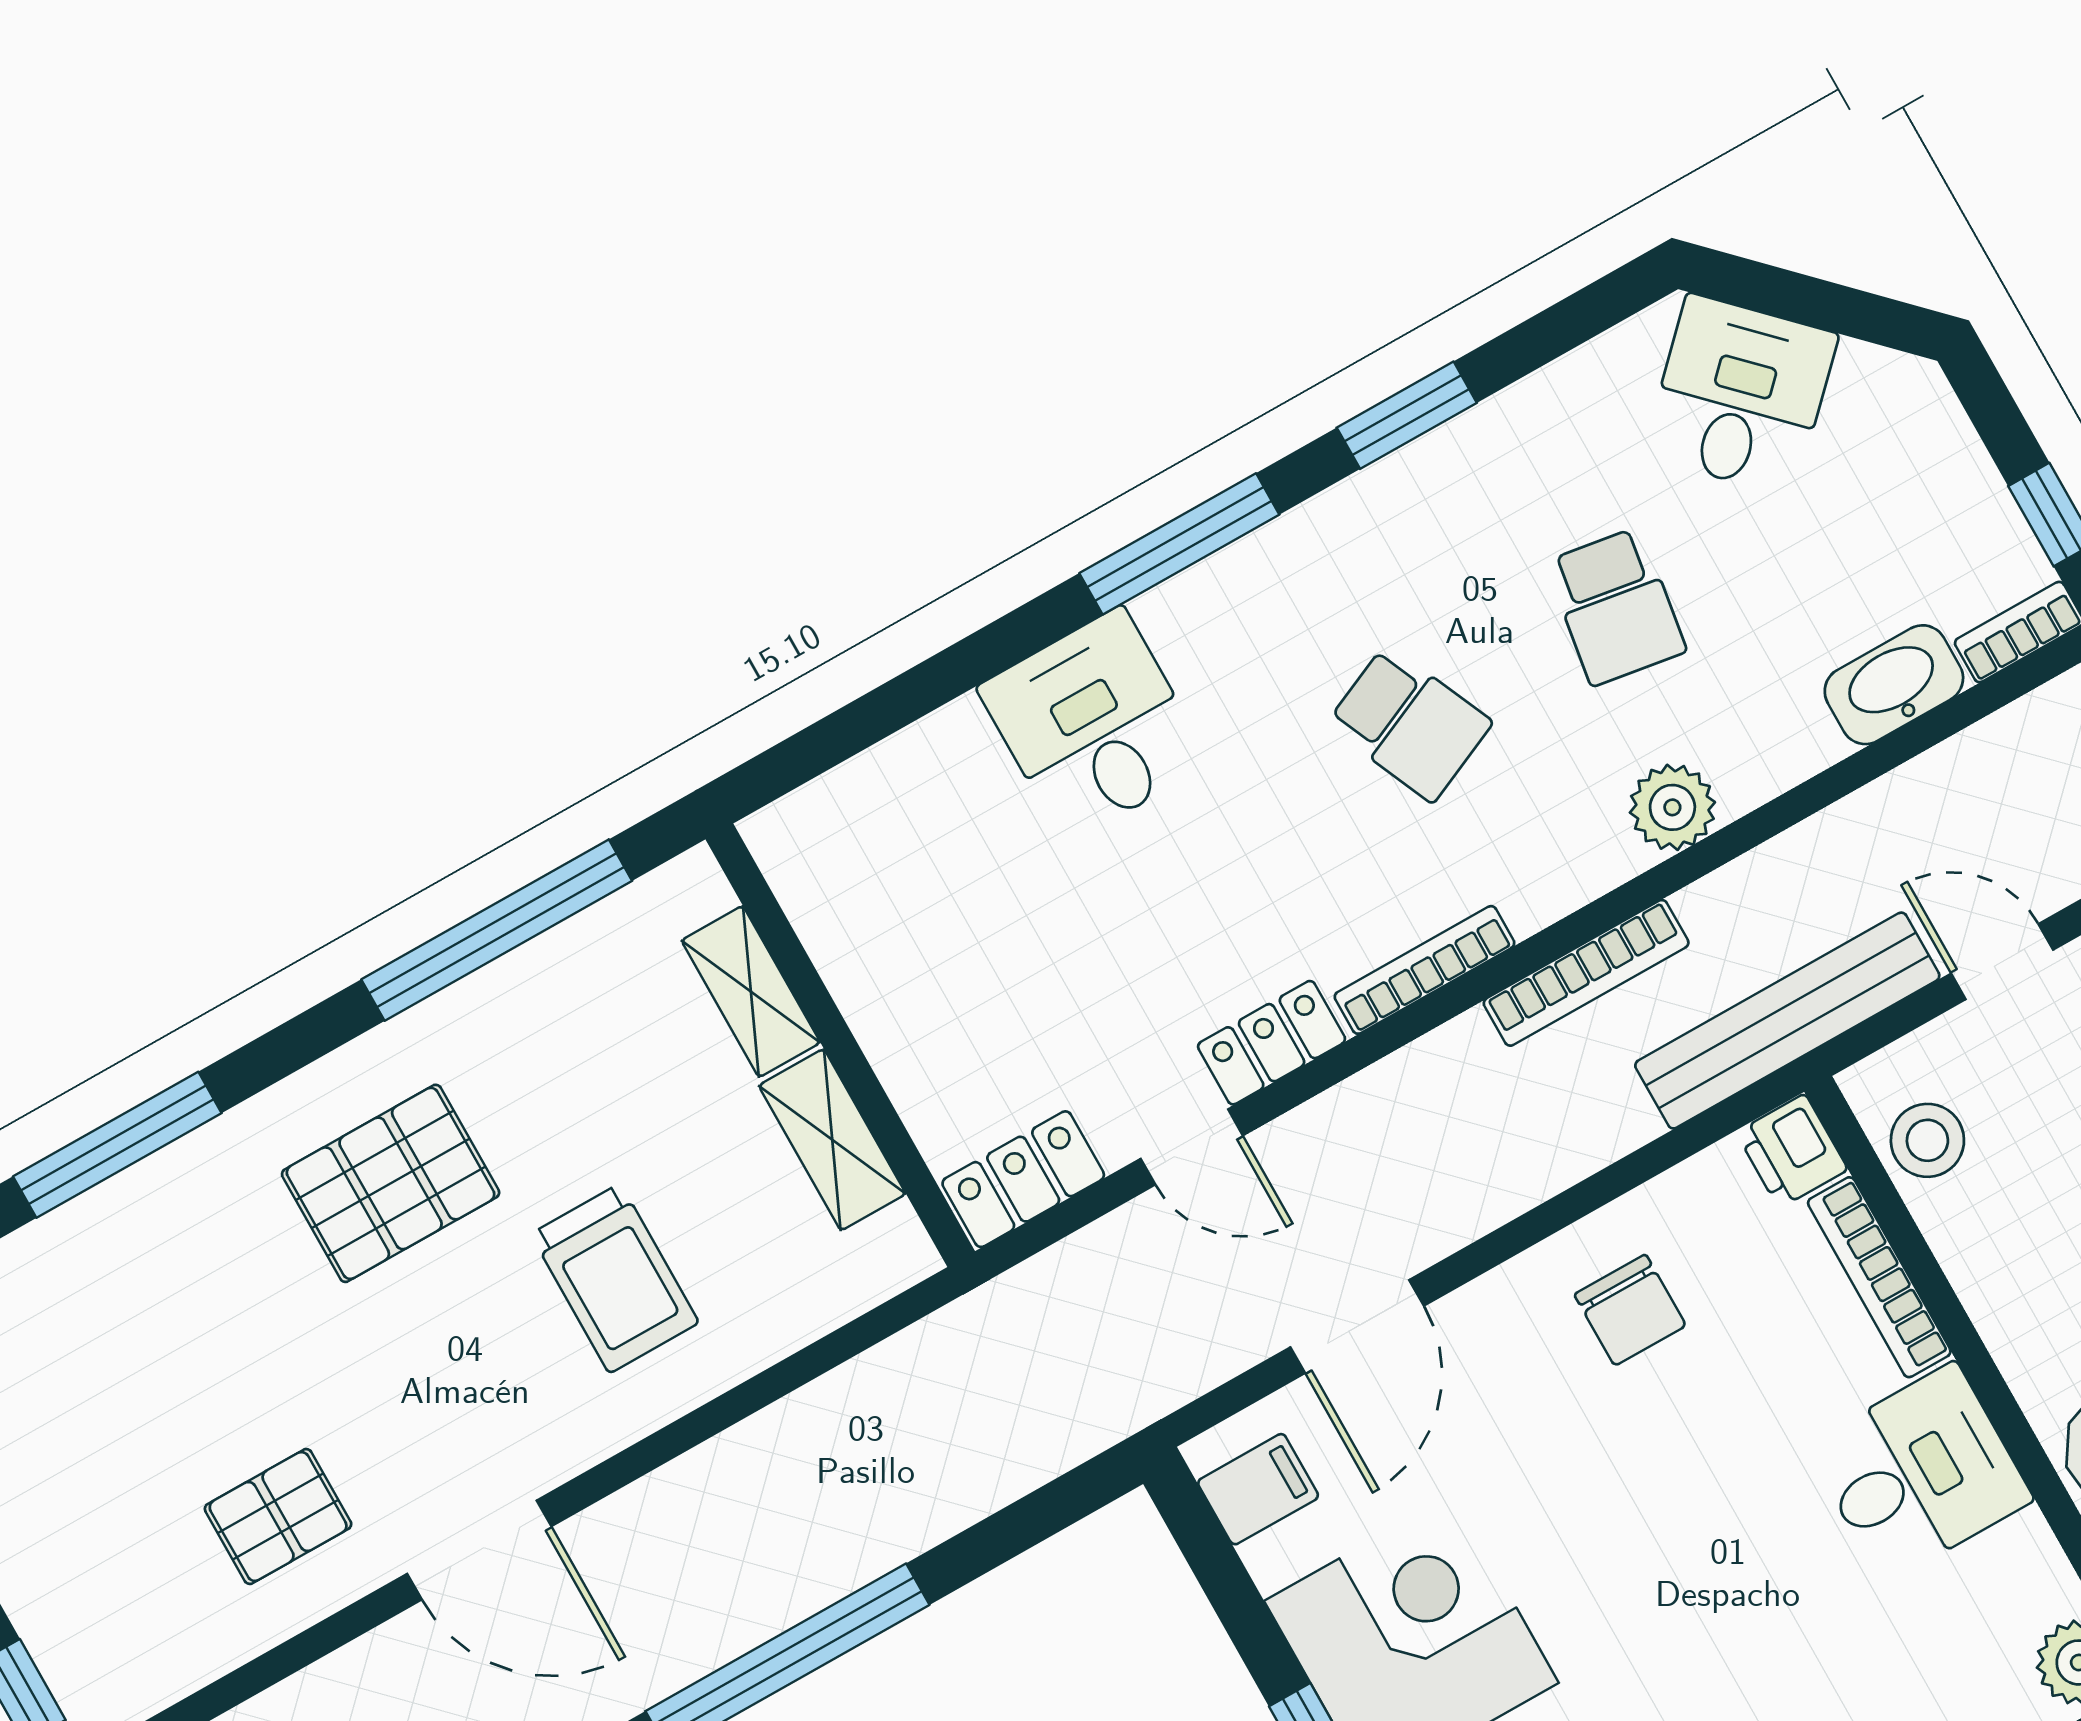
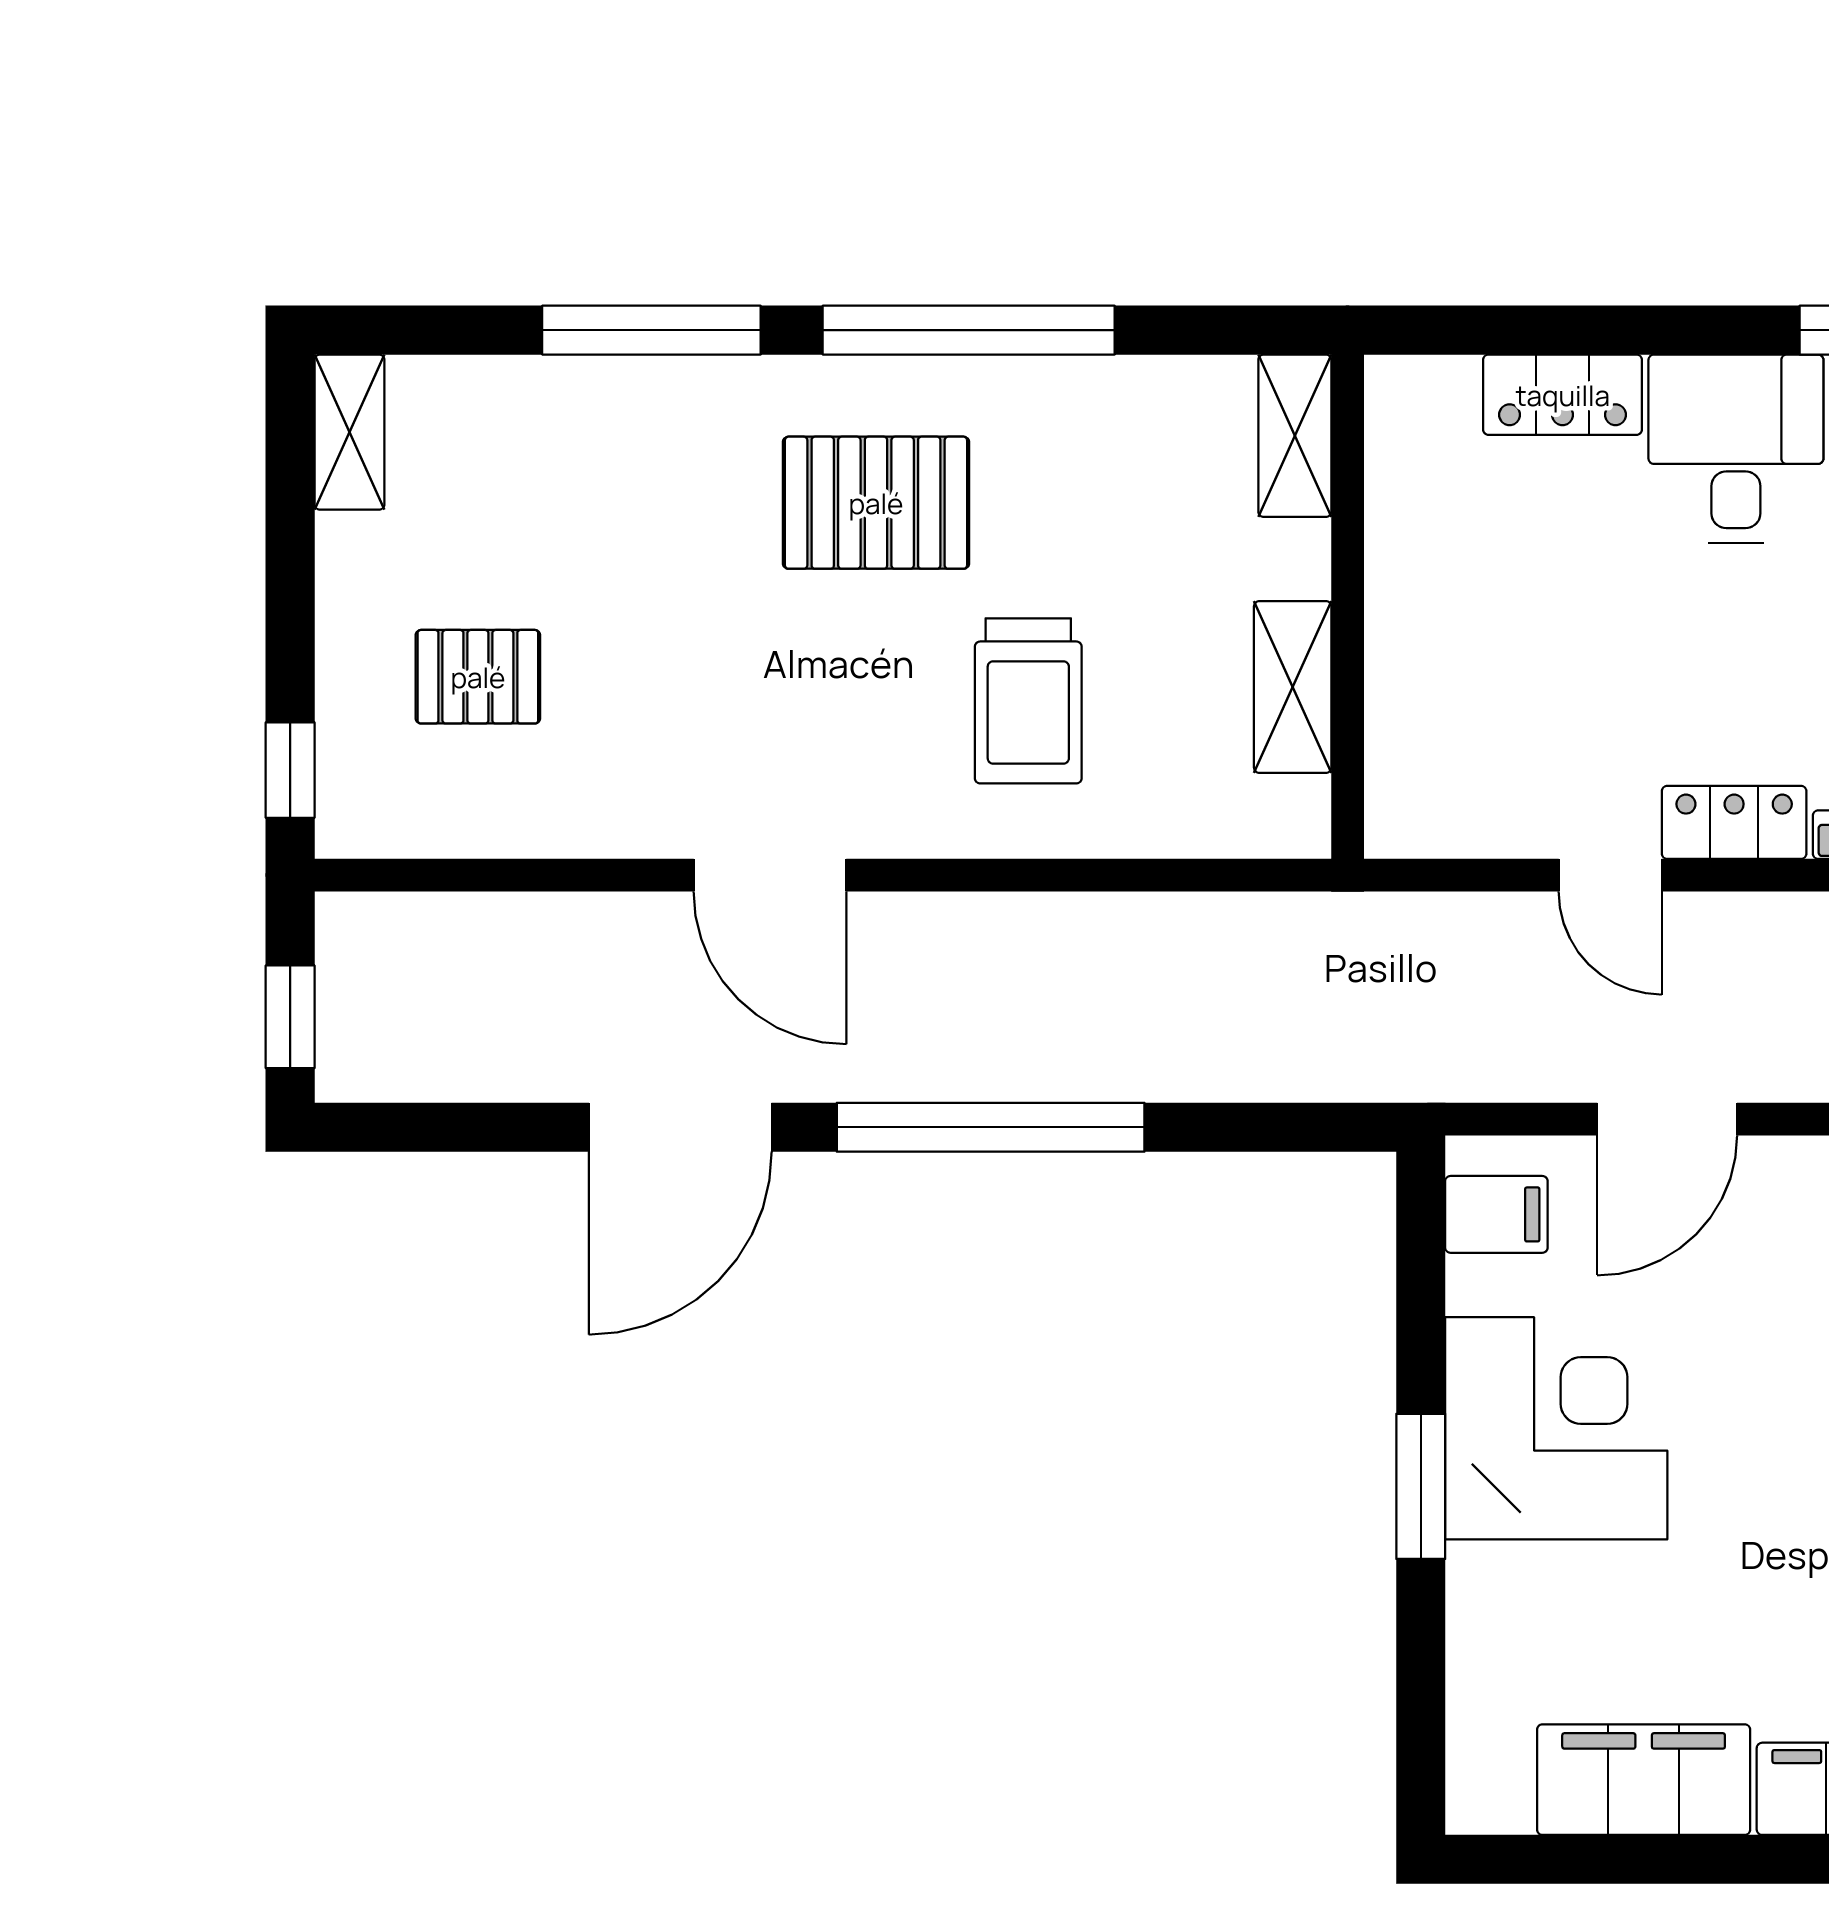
window: (497, 930) -> (969, 330), moved
shelving: (751, 991) -> (1295, 436), moved
locker: (1023, 1179) -> (1563, 395), moved, turned 180
pallet: (278, 1516) -> (478, 677), moved

